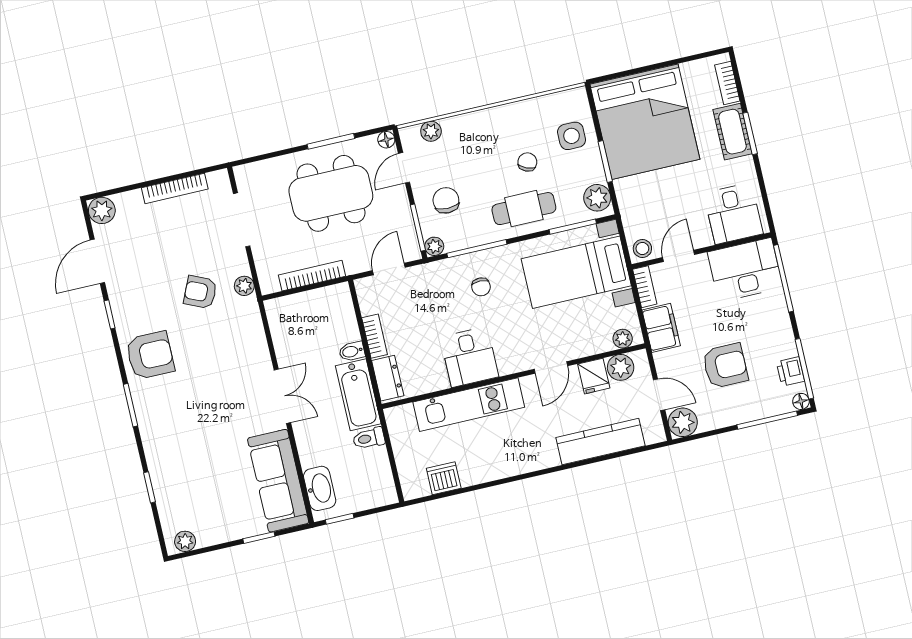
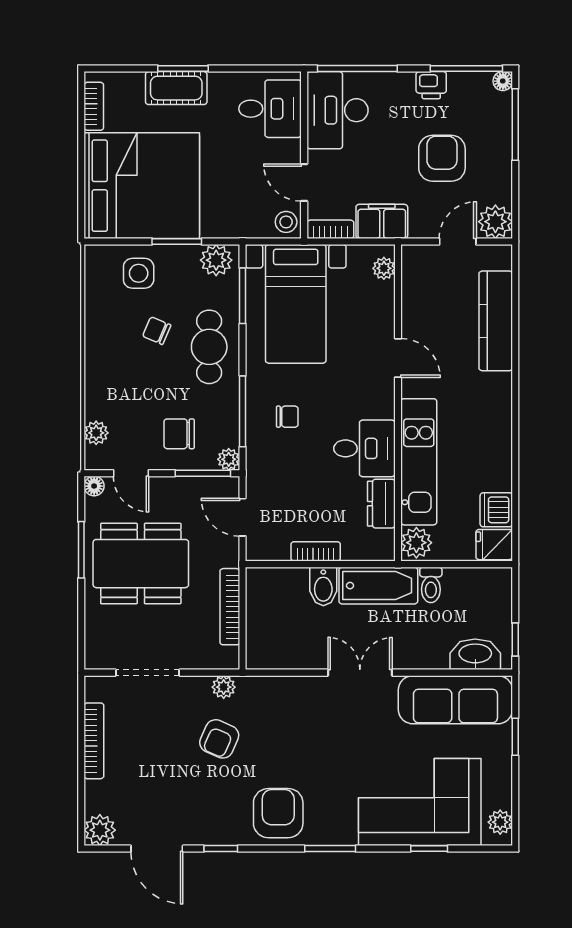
bookcase: (727, 83) -> (94, 106), moved, turned -90
dining table: (331, 193) -> (141, 564), turned 90
bidet: (352, 351) -> (323, 586), width x1.38, depth x1.36
plant: (621, 367) -> (416, 543), moved
printer: (790, 371) -> (431, 85), moved
fridge: (594, 376) -> (494, 545), moved, turned 180
dresser: (388, 378) -> (381, 504), moved, turned -90
corner sofa: (186, 471) -> (420, 802), added

